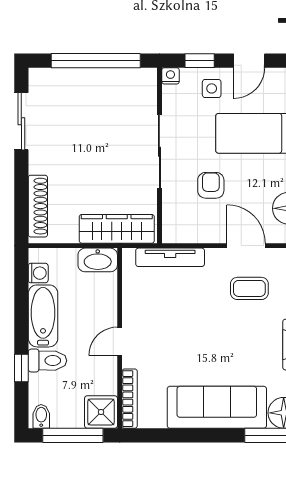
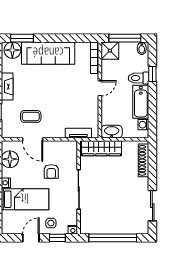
tv unit: (170, 257) -> (78, 133), width x0.71

